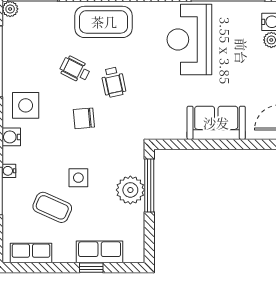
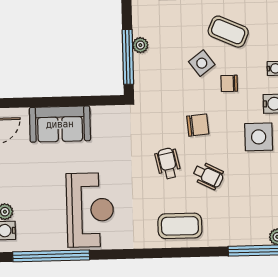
coffee table: (104, 22) -> (180, 226), width x0.73, depth x0.76
chair: (53, 158) -> (229, 83), added
side table: (78, 178) -> (202, 63), turned -37
plant: (130, 190) -> (140, 45), width x0.53, depth x0.53

